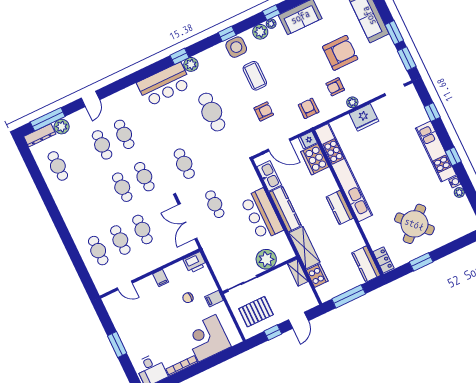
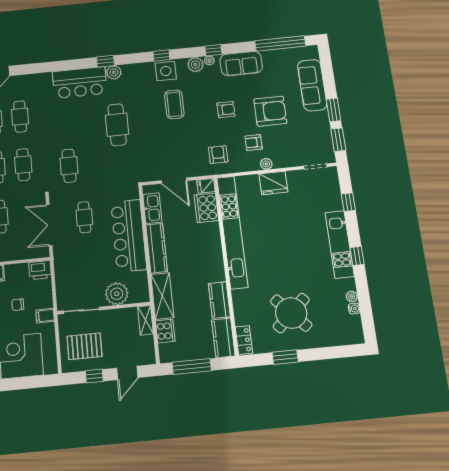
armchair: (264, 111) -> (226, 110), moved
water cooler: (455, 182) -> (354, 309), moved
kitchen counter: (340, 208) -> (219, 300), moved
bar counter: (262, 214) -> (129, 236), width x1.36

